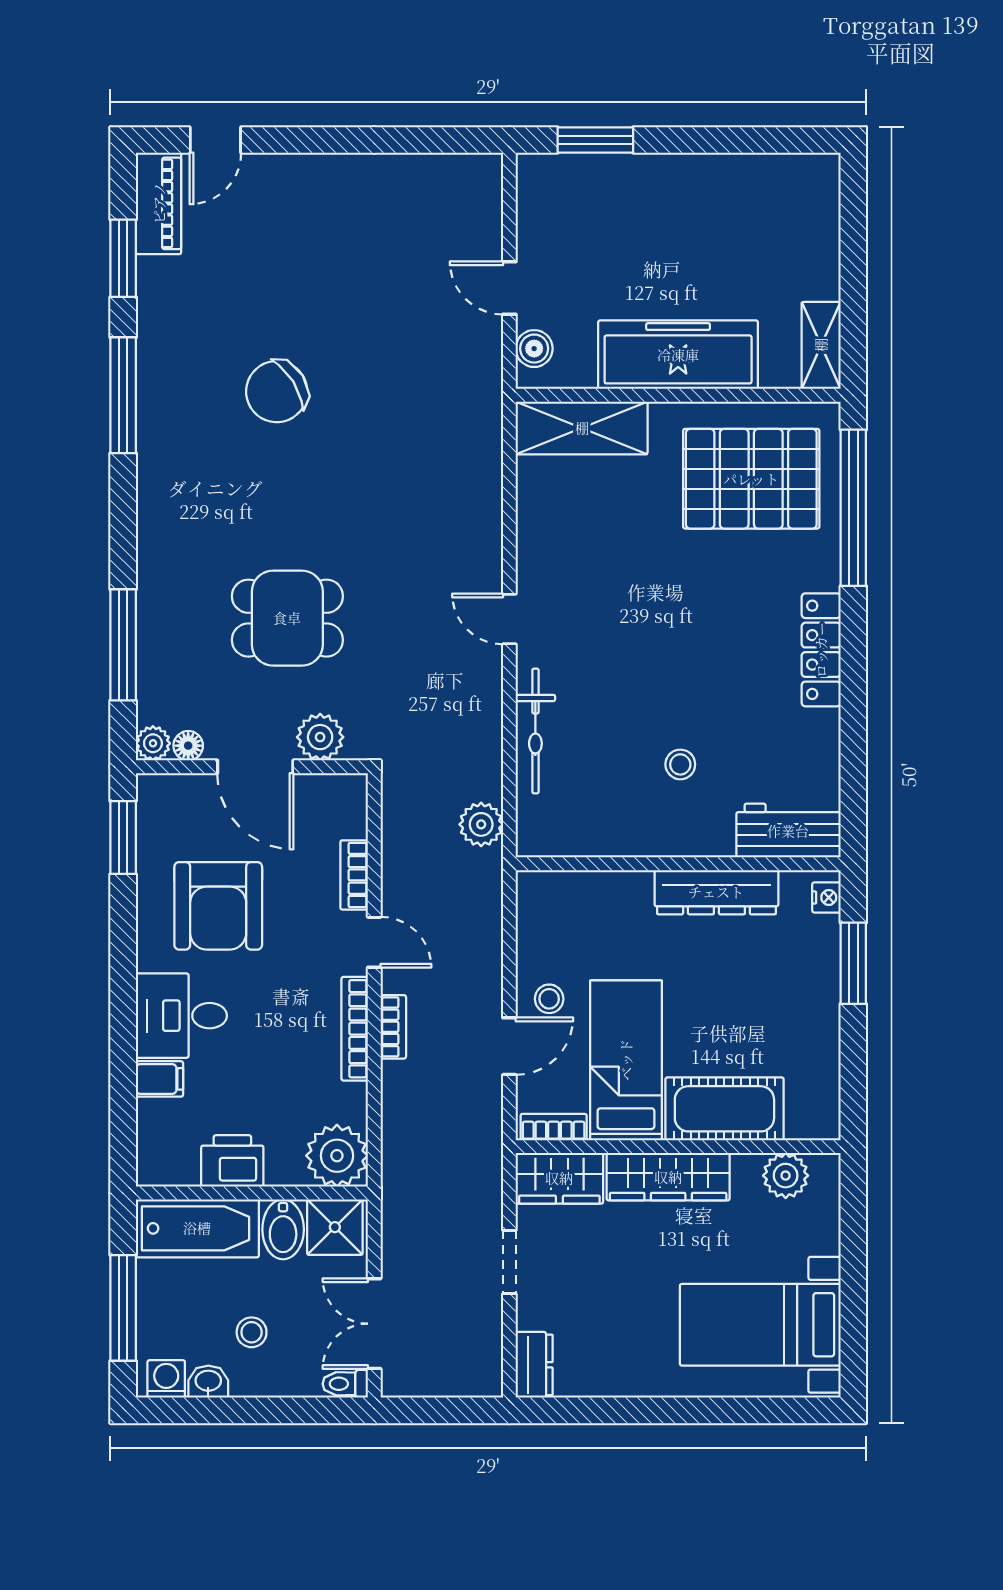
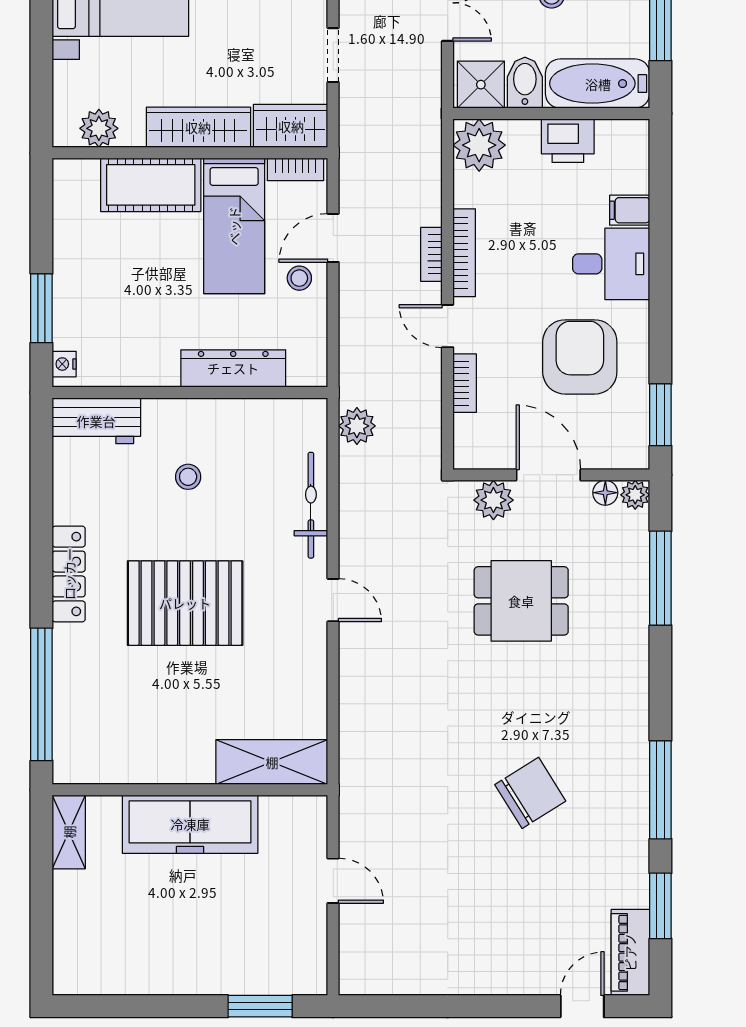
boiler: (534, 349) -> (312, 829), removed
pallet: (751, 479) -> (185, 603), moved
dresser: (716, 892) -> (233, 368), moved

